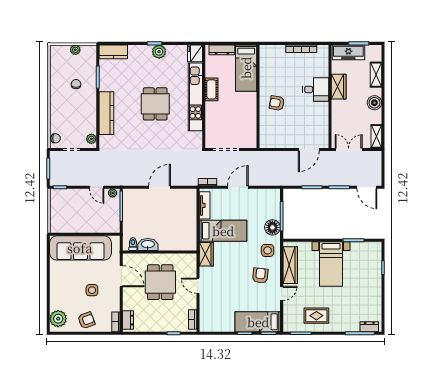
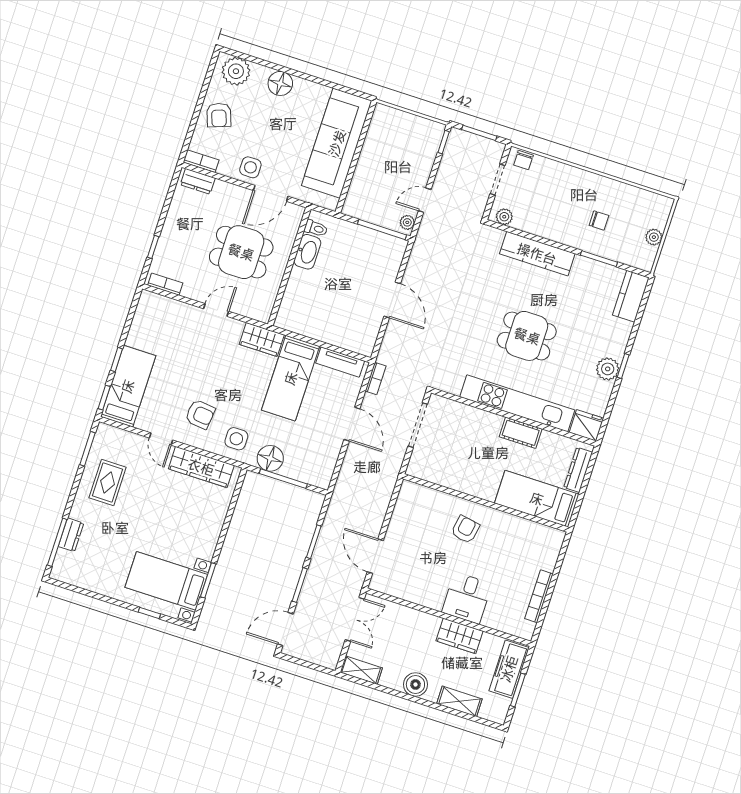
bed with nightstands: (331, 264) -> (166, 581), moved
side table: (92, 290) -> (250, 167), moved
floor lamp: (57, 291) -> (280, 83), added
dresser: (369, 327) -> (71, 535), moved

